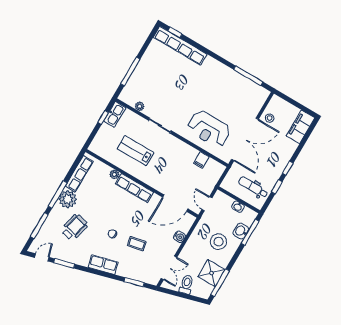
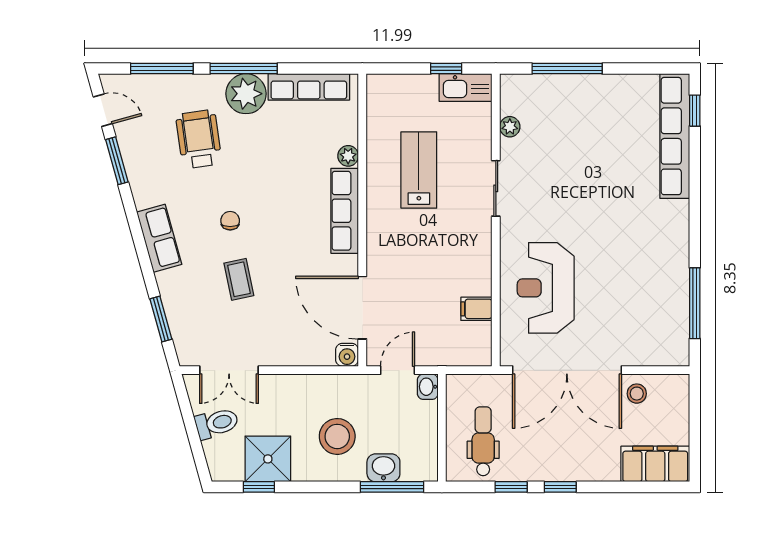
washbasin: (238, 207) -> (428, 387), moved
wheelchair: (74, 227) -> (199, 139), turned -112
water cooler: (179, 237) -> (347, 355), moved
window: (220, 283) -> (259, 487), width x0.46

